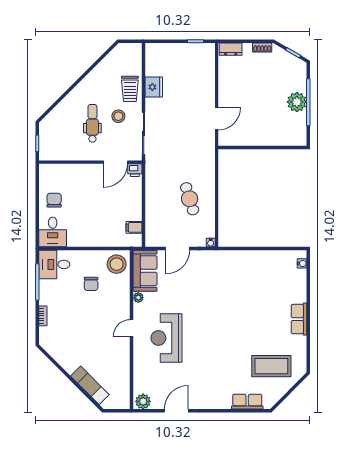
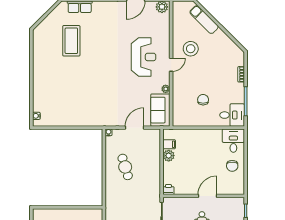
door: (116, 162) -> (207, 196), moved
plant: (135, 213) -> (169, 156), added
stool: (117, 264) -> (191, 49), moved
row of seats: (299, 319) -> (39, 72), removed
coffee table: (271, 366) -> (71, 41), moved, turned 90

